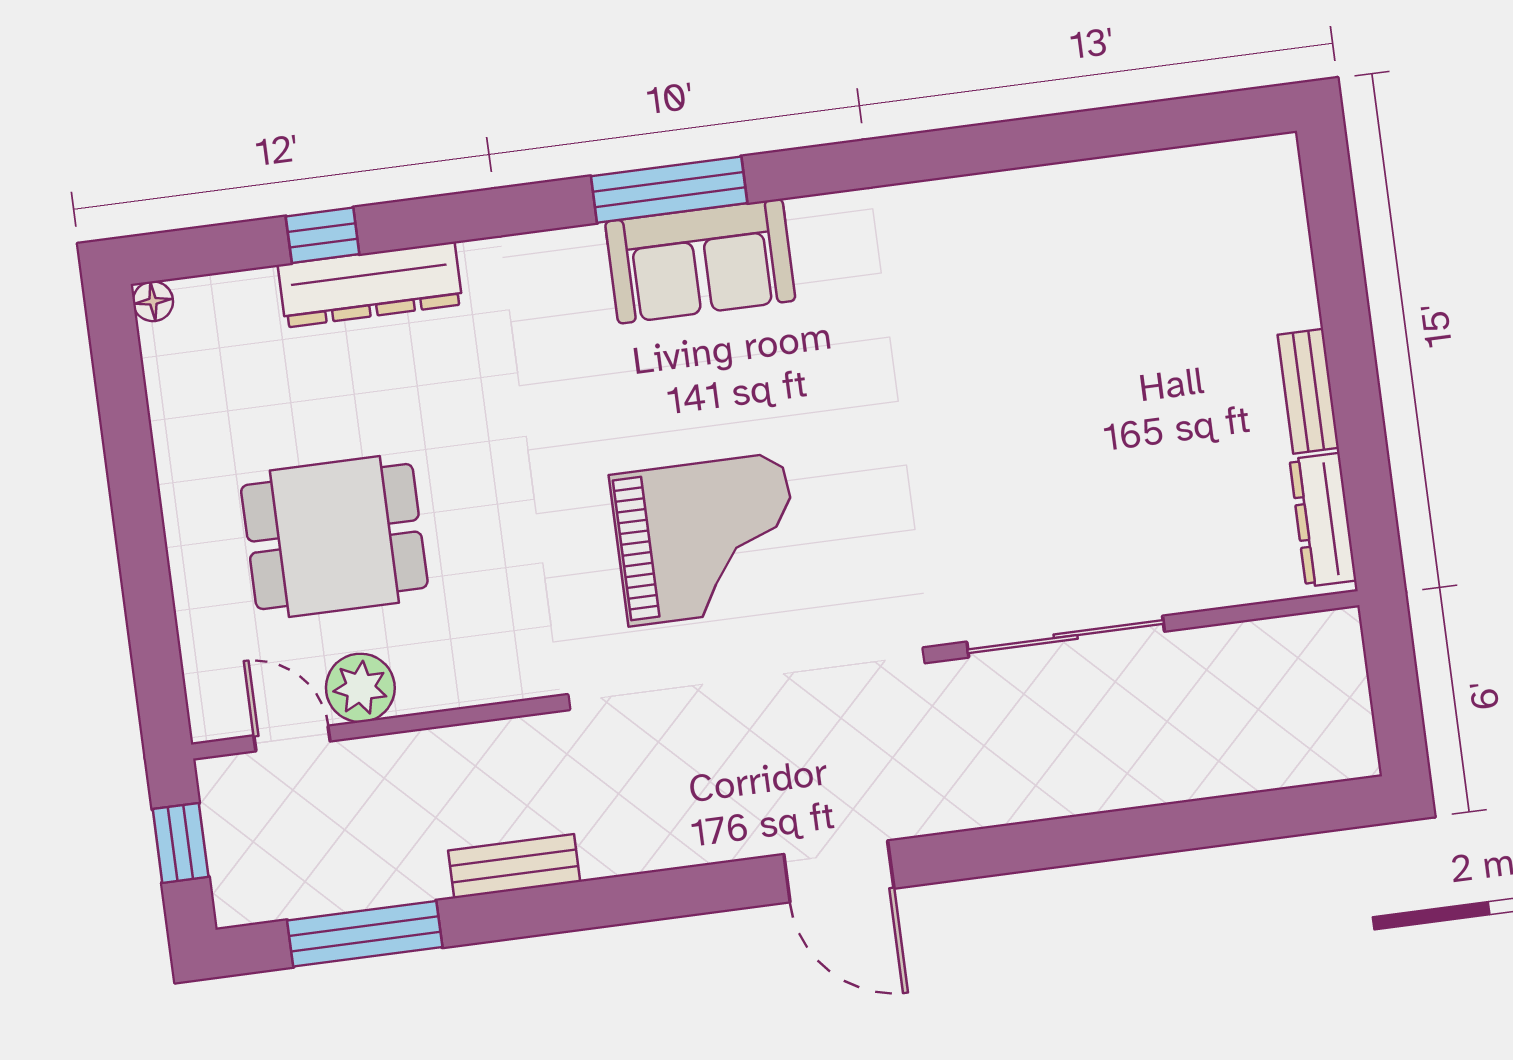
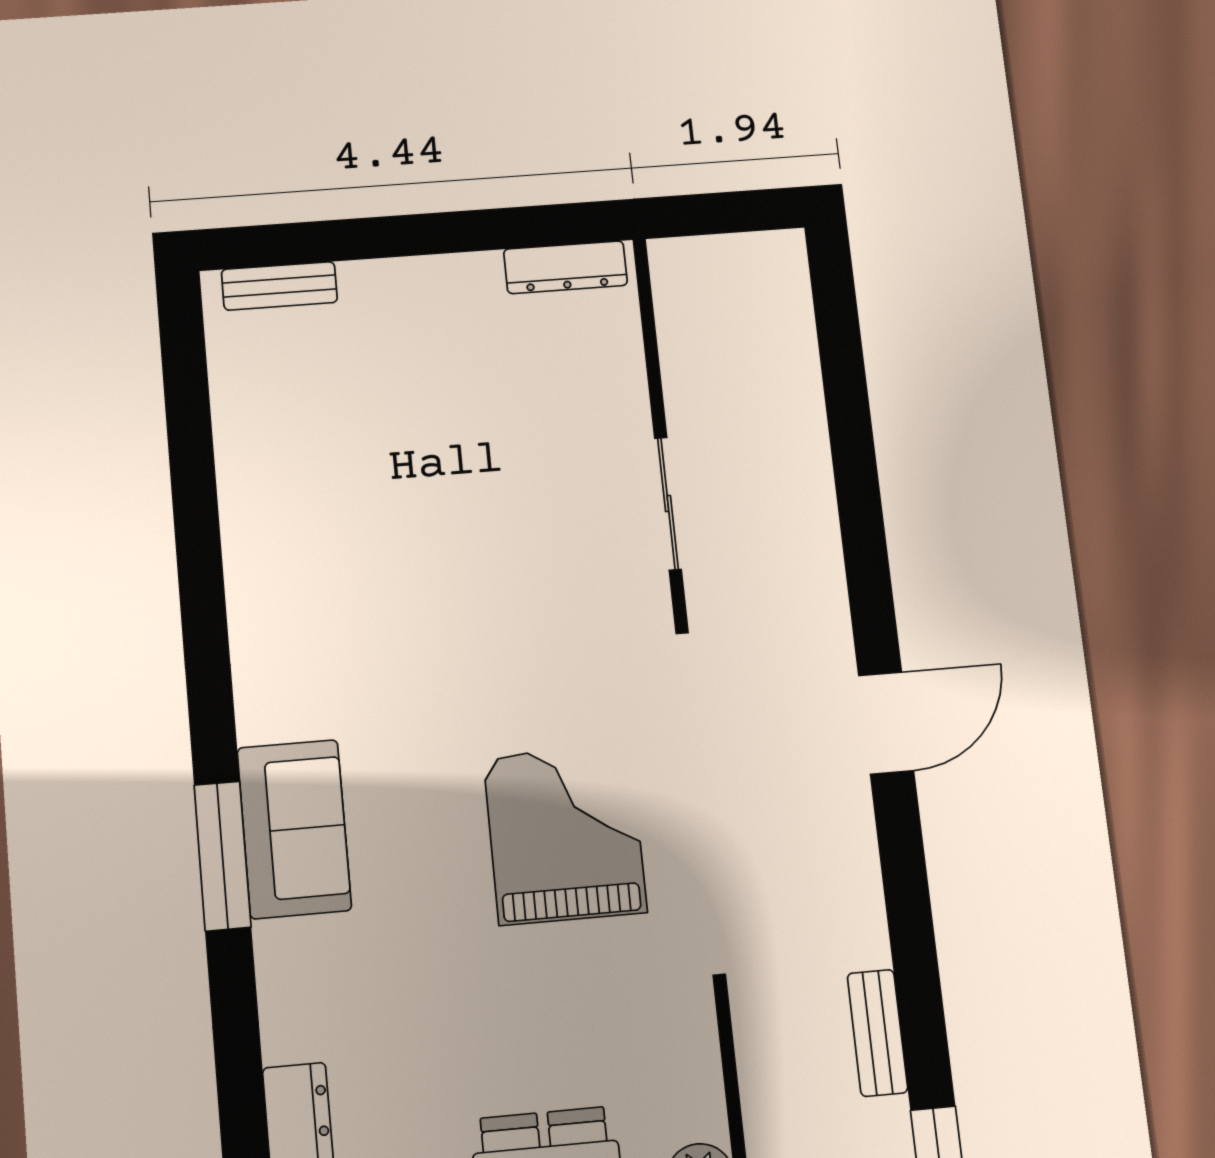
bench: (1308, 391) -> (279, 286), moved
sliding door: (1066, 637) -> (668, 504), width x0.73

